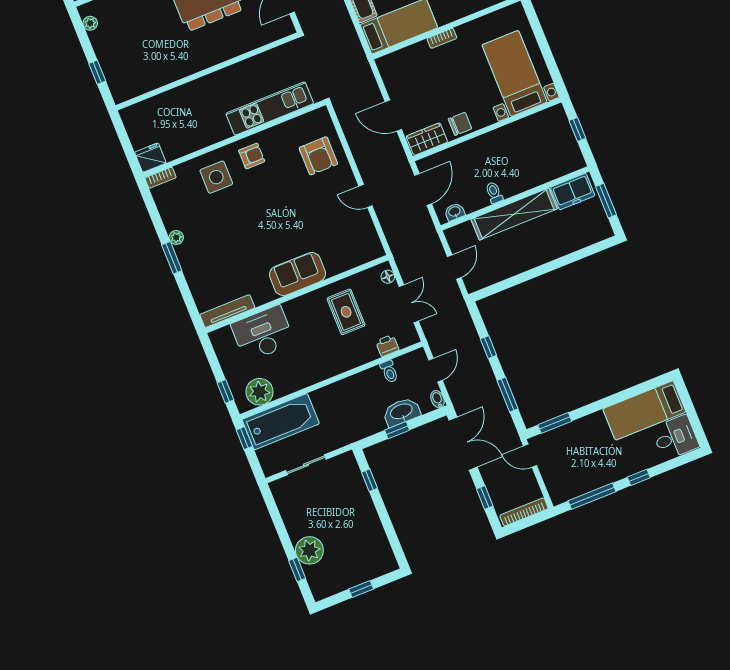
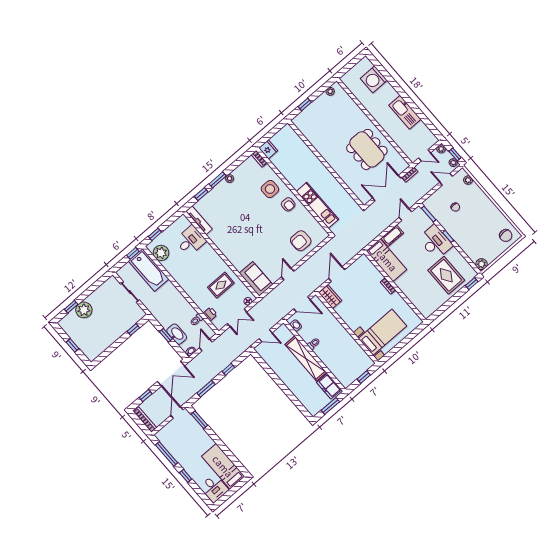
chair: (460, 124) -> (345, 312), removed
sofa: (298, 274) -> (256, 279), moved
window: (186, 293) -> (201, 194), added
desk: (263, 334) -> (191, 241), width x0.73
door: (436, 370) -> (206, 345), swing flipped

